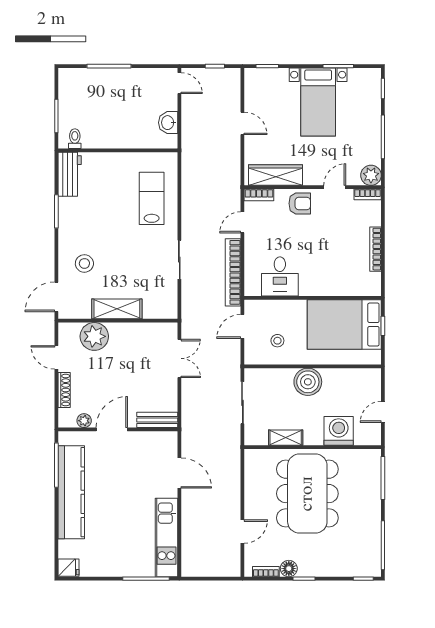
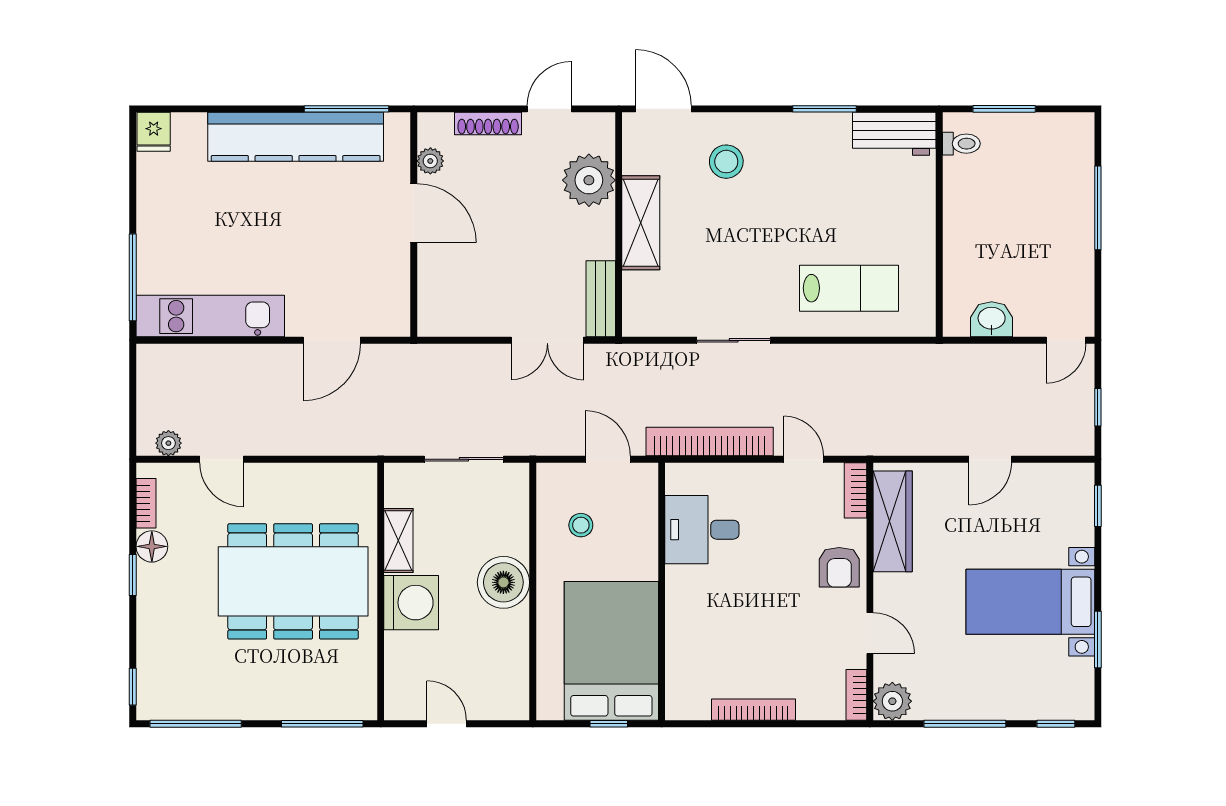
bench: (157, 420) -> (601, 299), moved
washing machine: (339, 431) -> (411, 603), moved
plant: (234, 560) -> (168, 443), added

